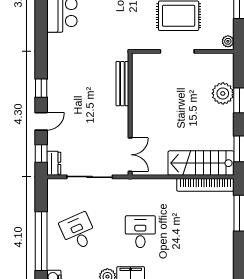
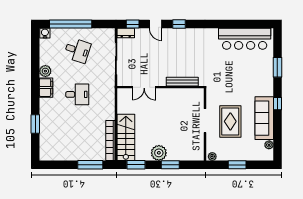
plant: (223, 93) -> (159, 153), moved
double door: (130, 155) -> (144, 87), moved
desk: (78, 232) -> (77, 50), turned 42

